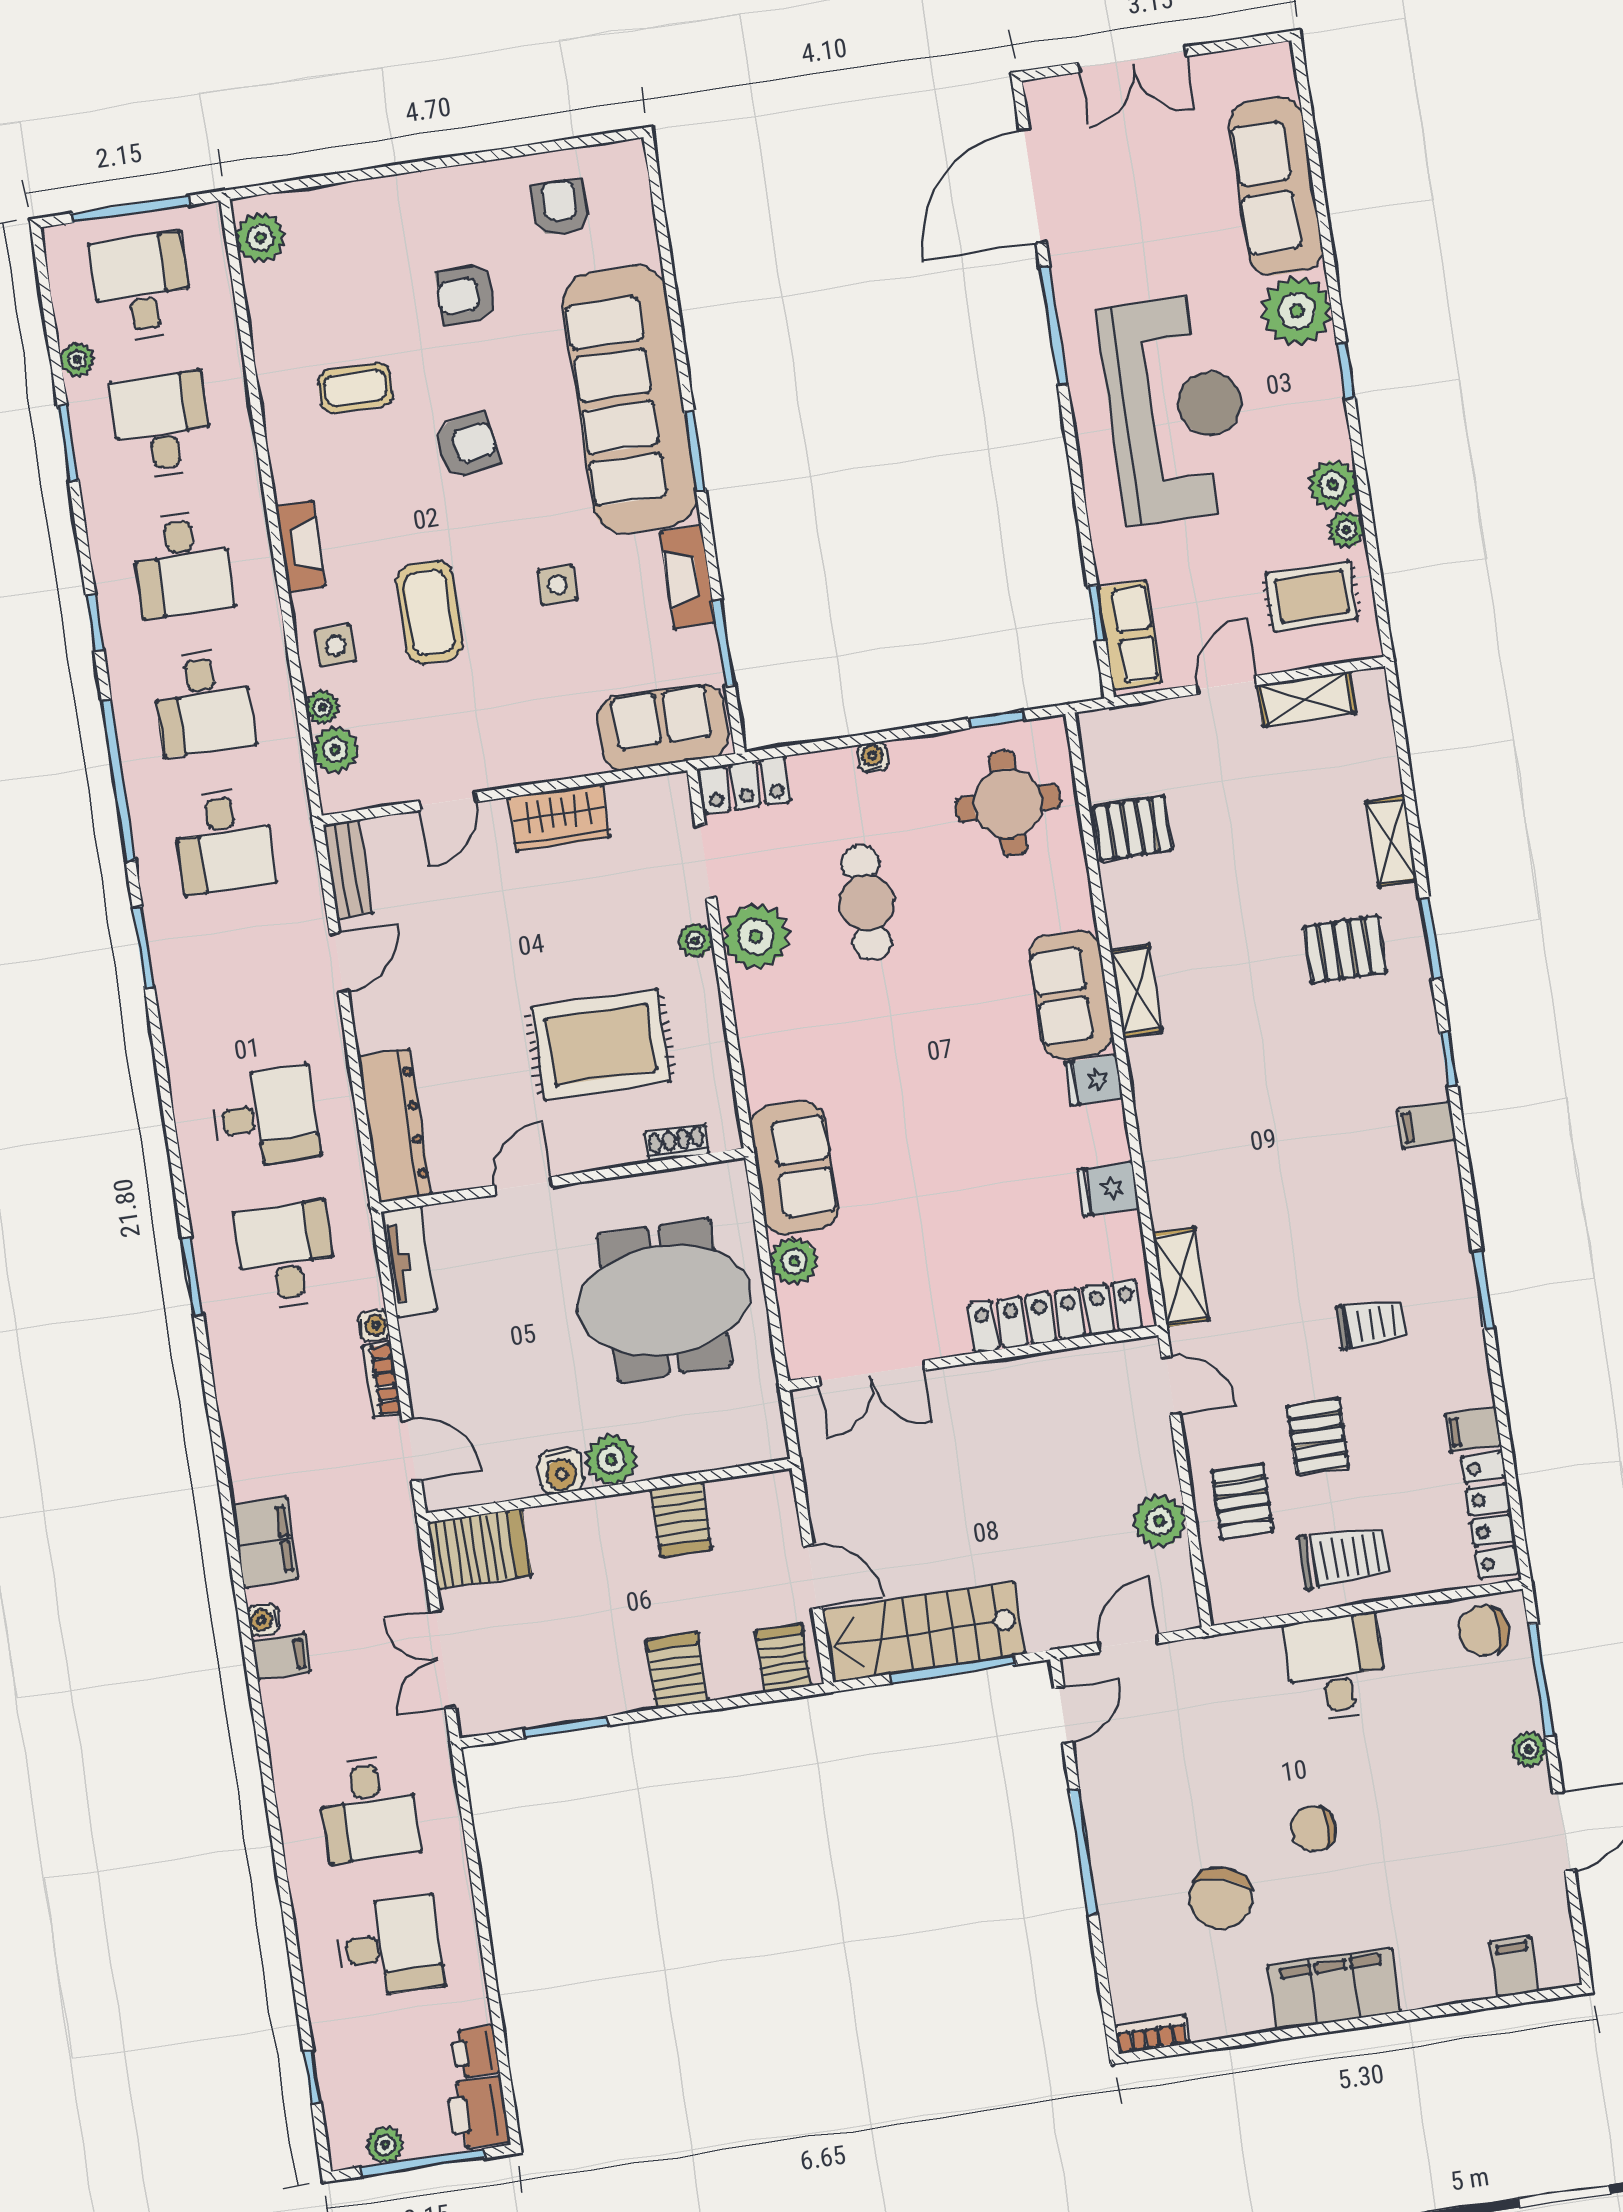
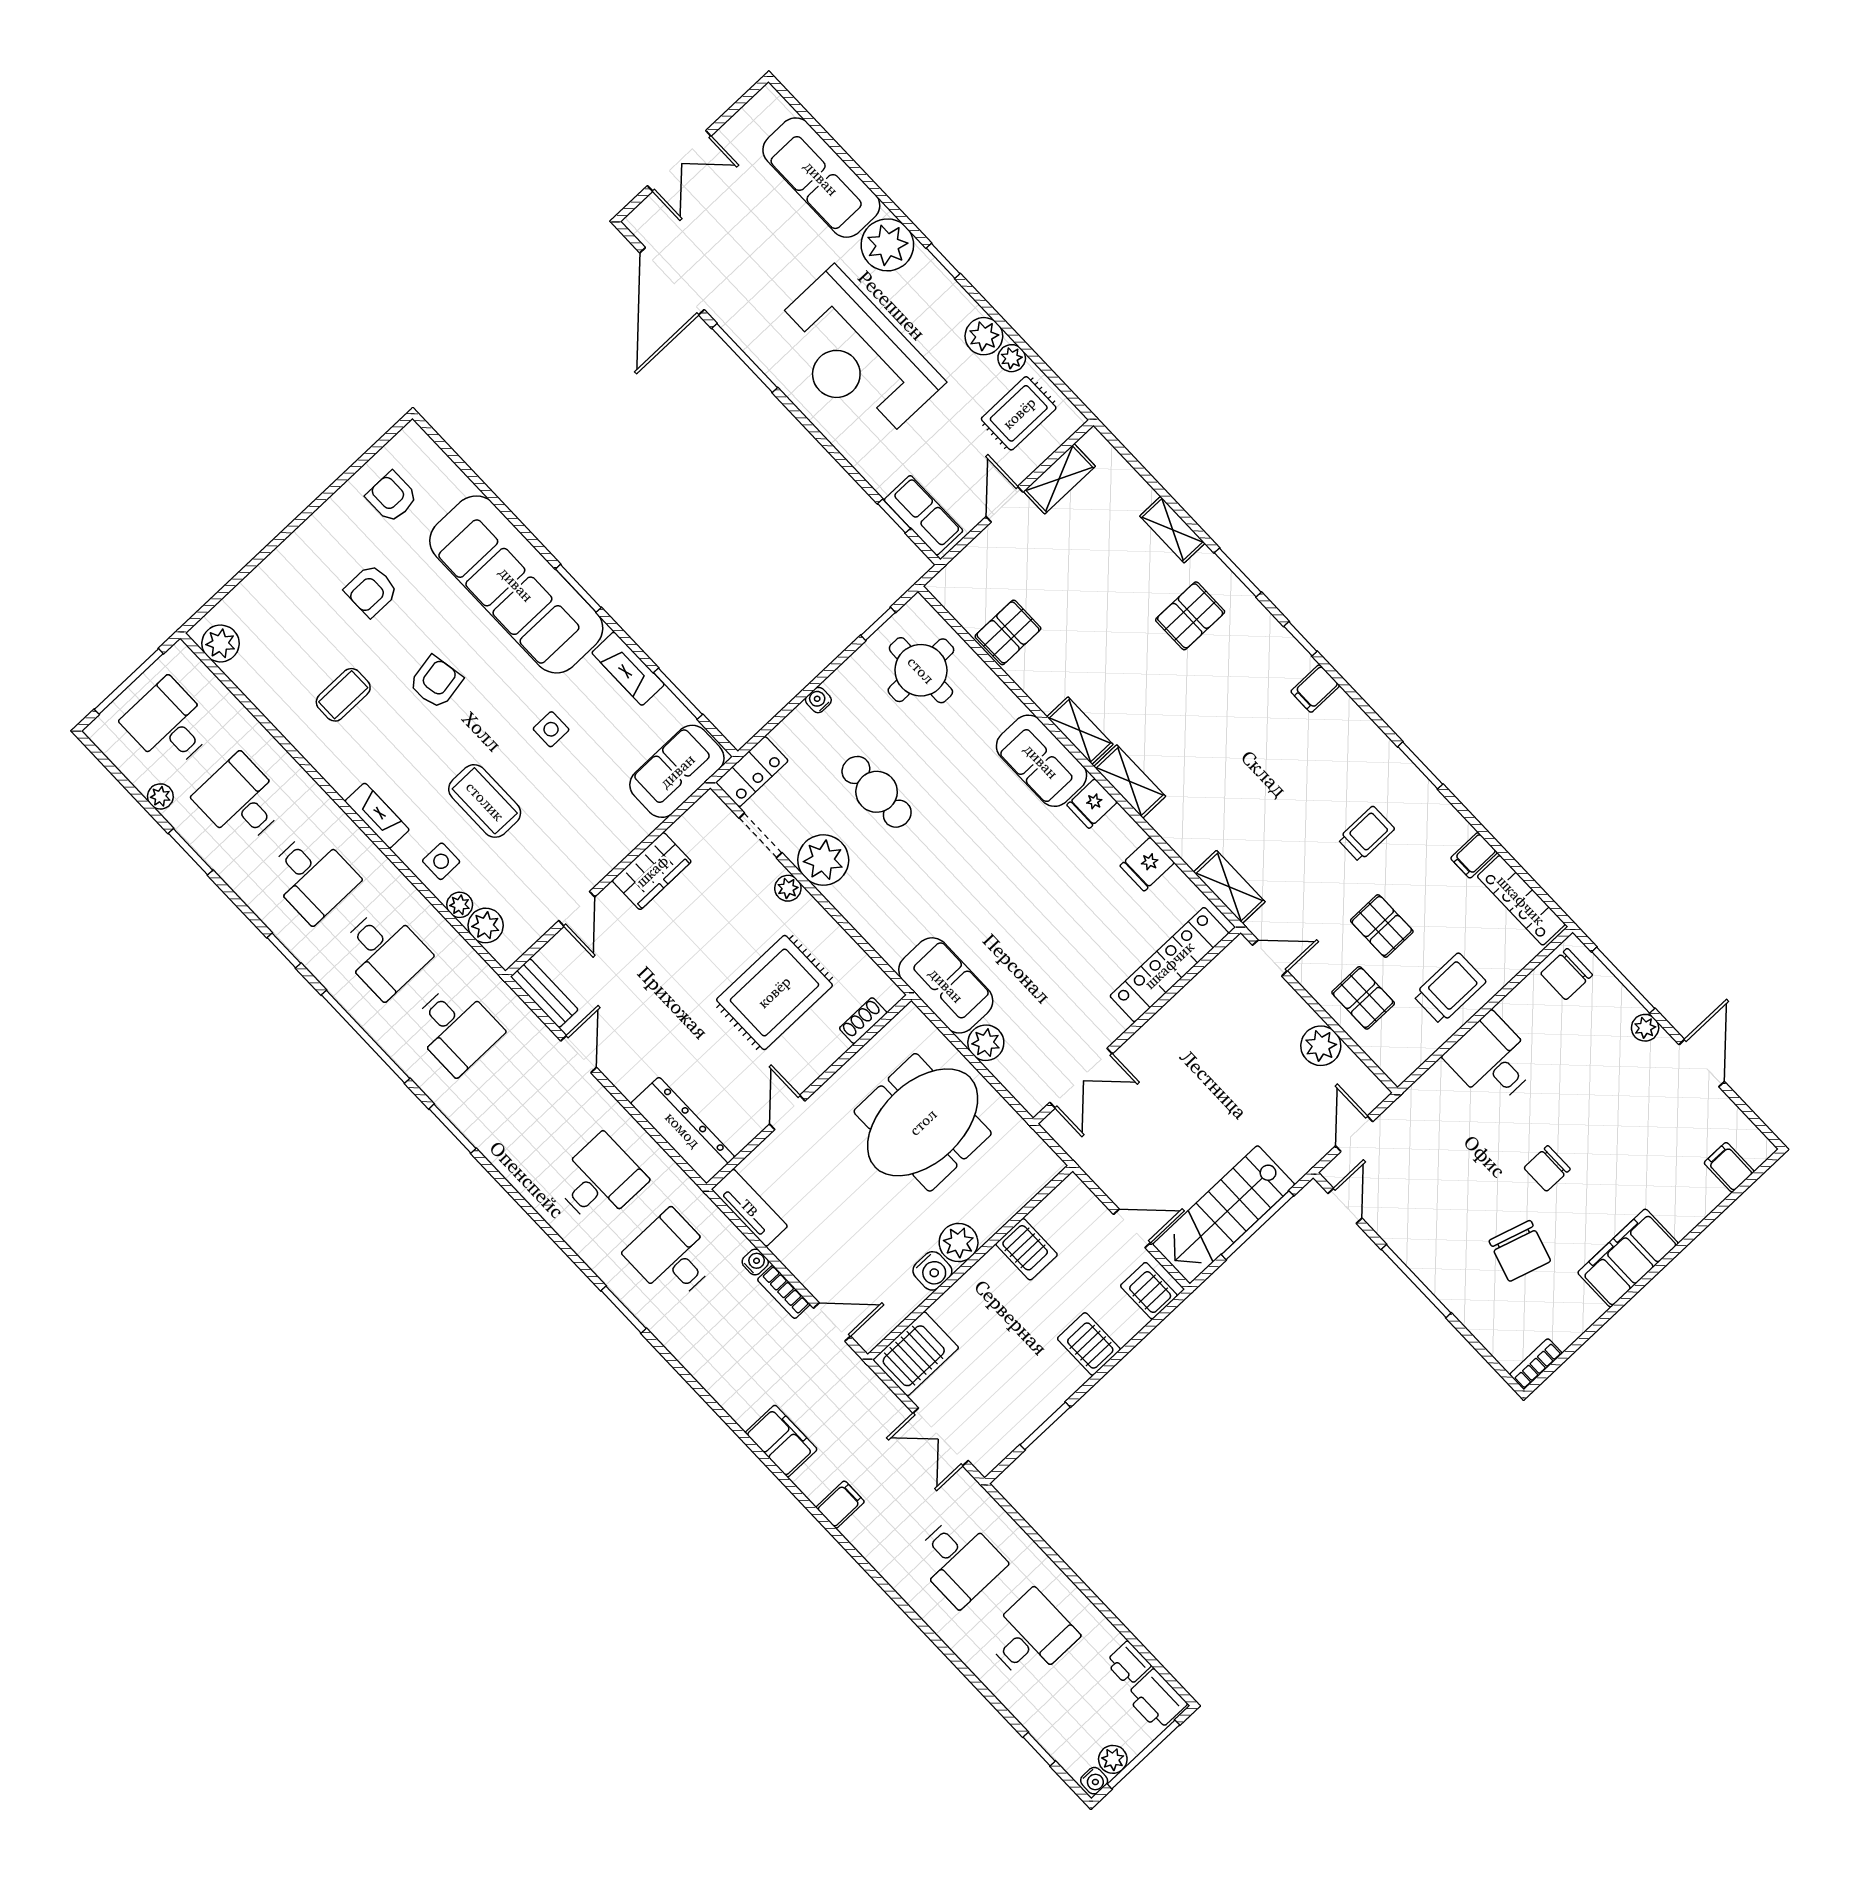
reception desk: (1176, 408) -> (855, 356), turned 180
shelving: (1152, 1085) -> (1130, 781), added
water cooler: (264, 1620) -> (1094, 1781), moved, turned -90

